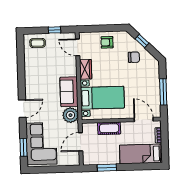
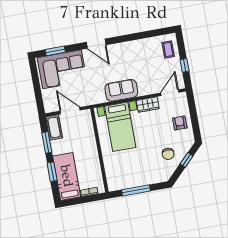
plant: (70, 115) -> (97, 96), removed
door: (144, 120) -> (104, 174), removed
cot: (109, 128) -> (54, 127), moved
window: (135, 167) -> (52, 172), added

